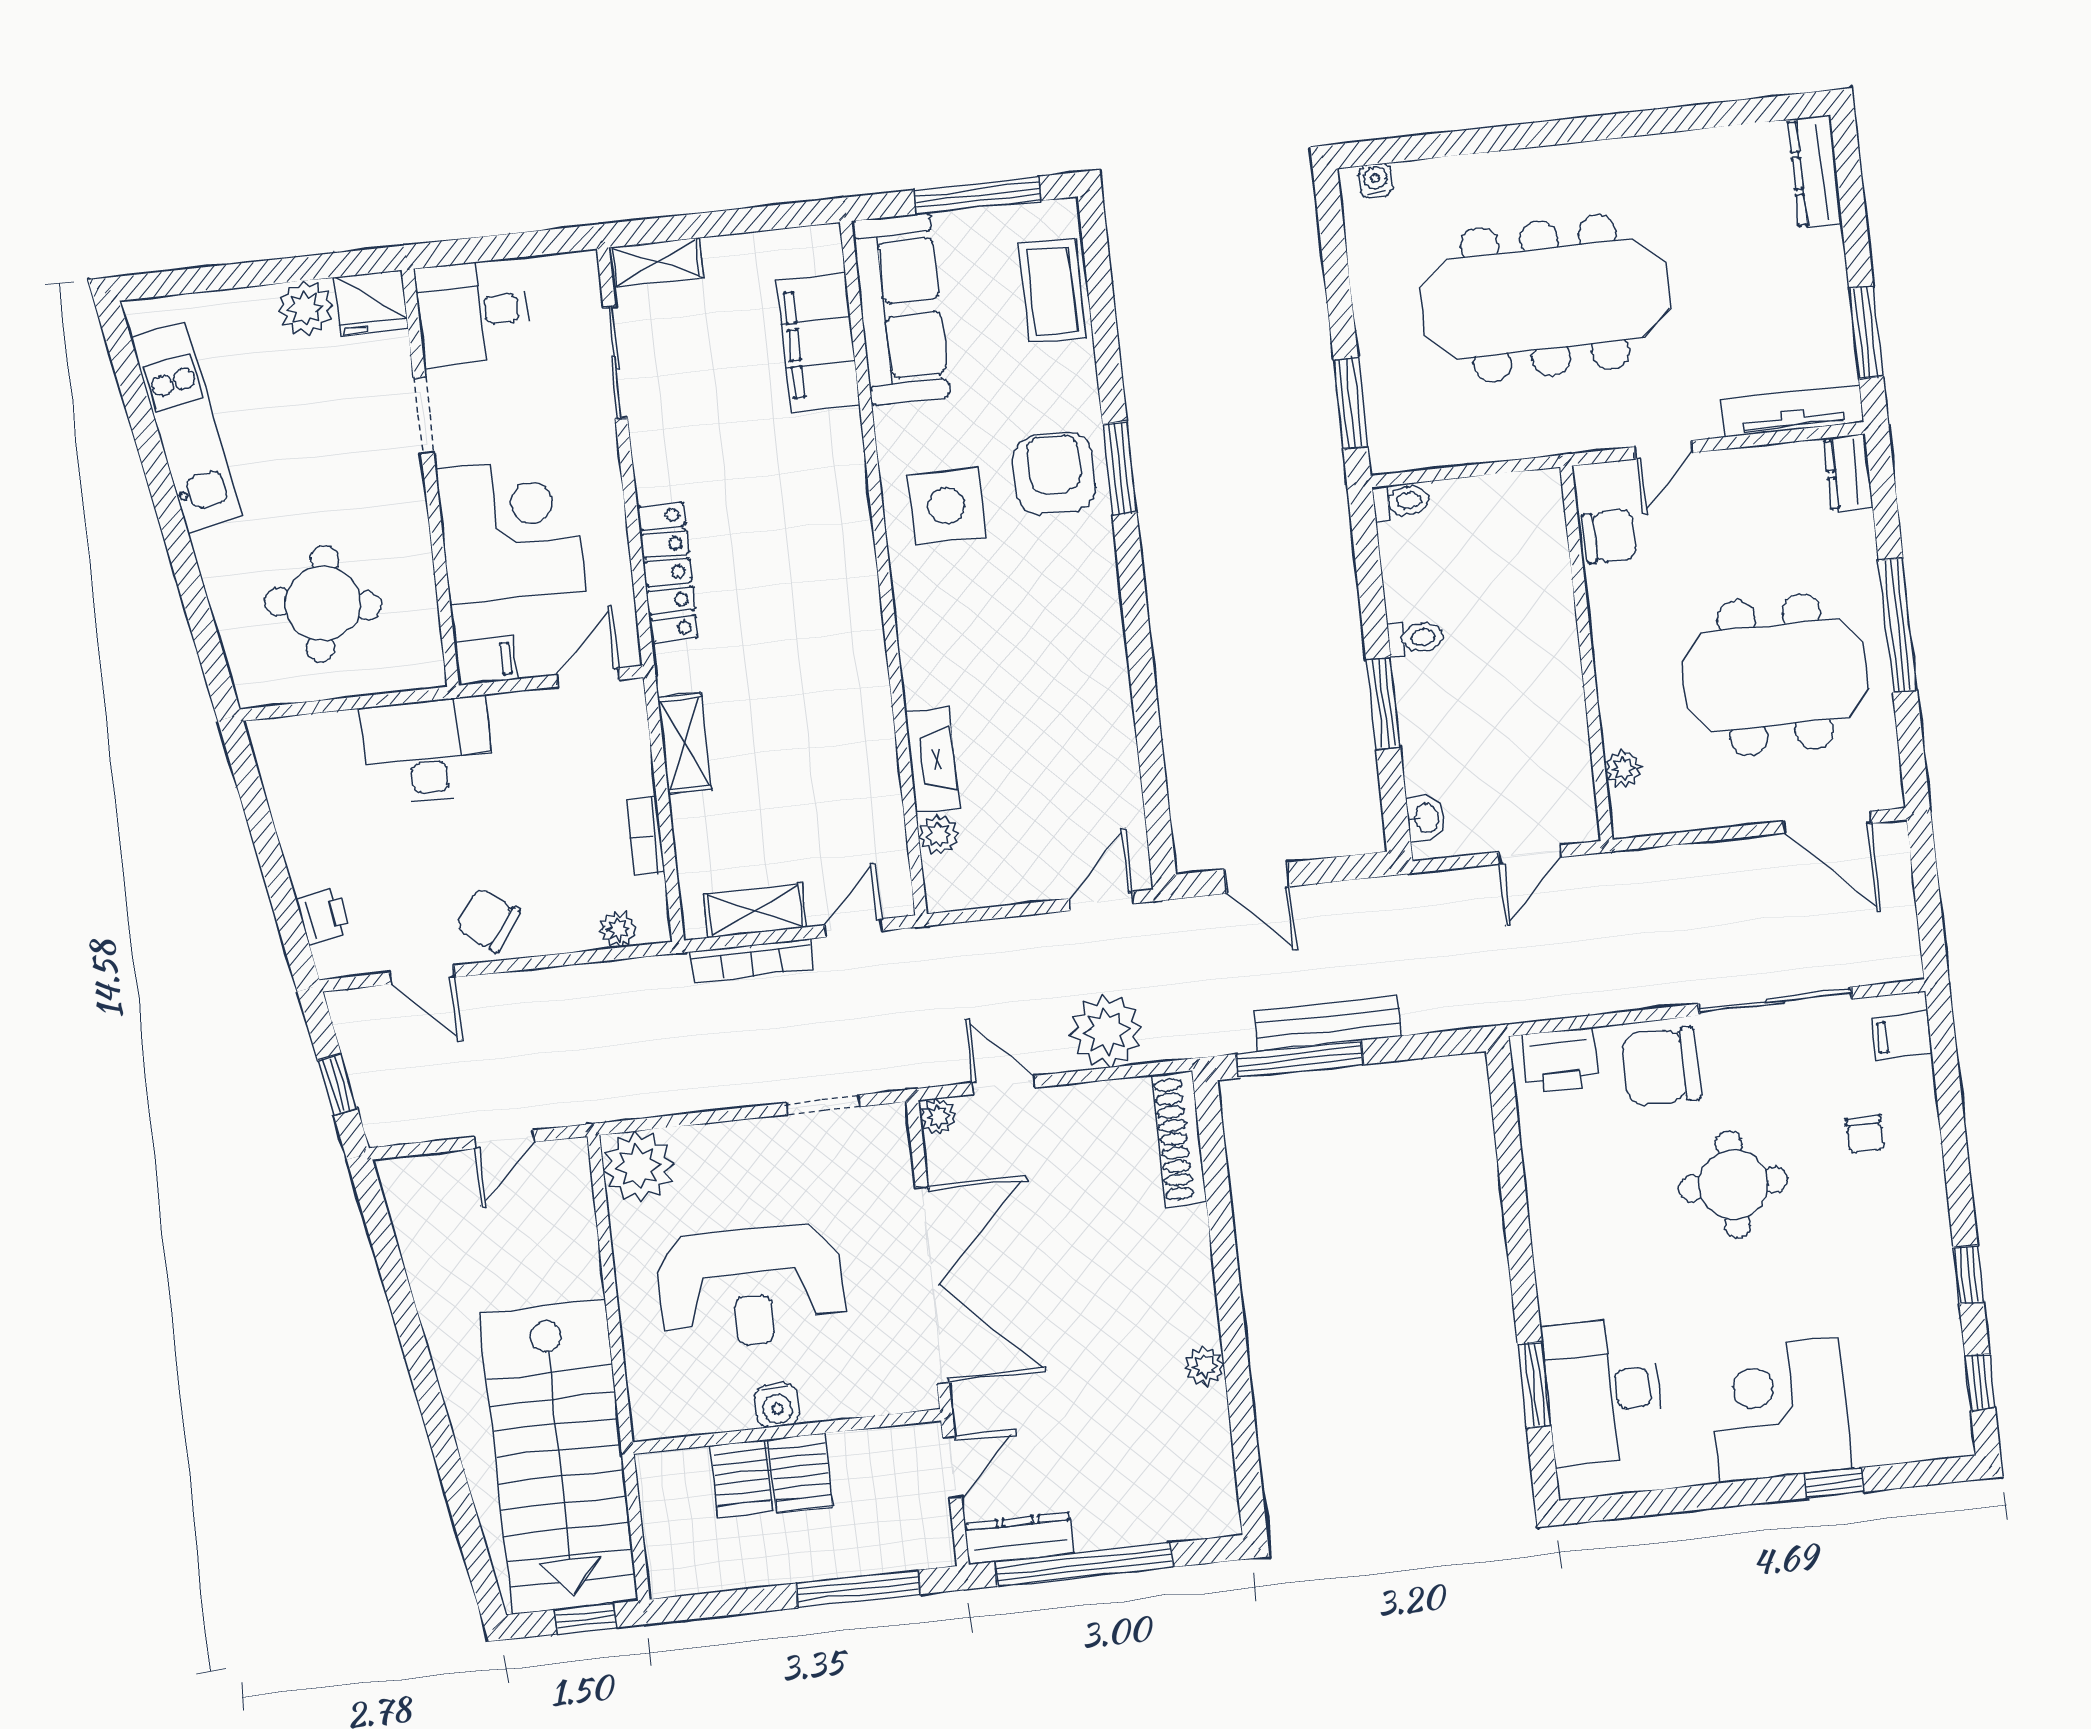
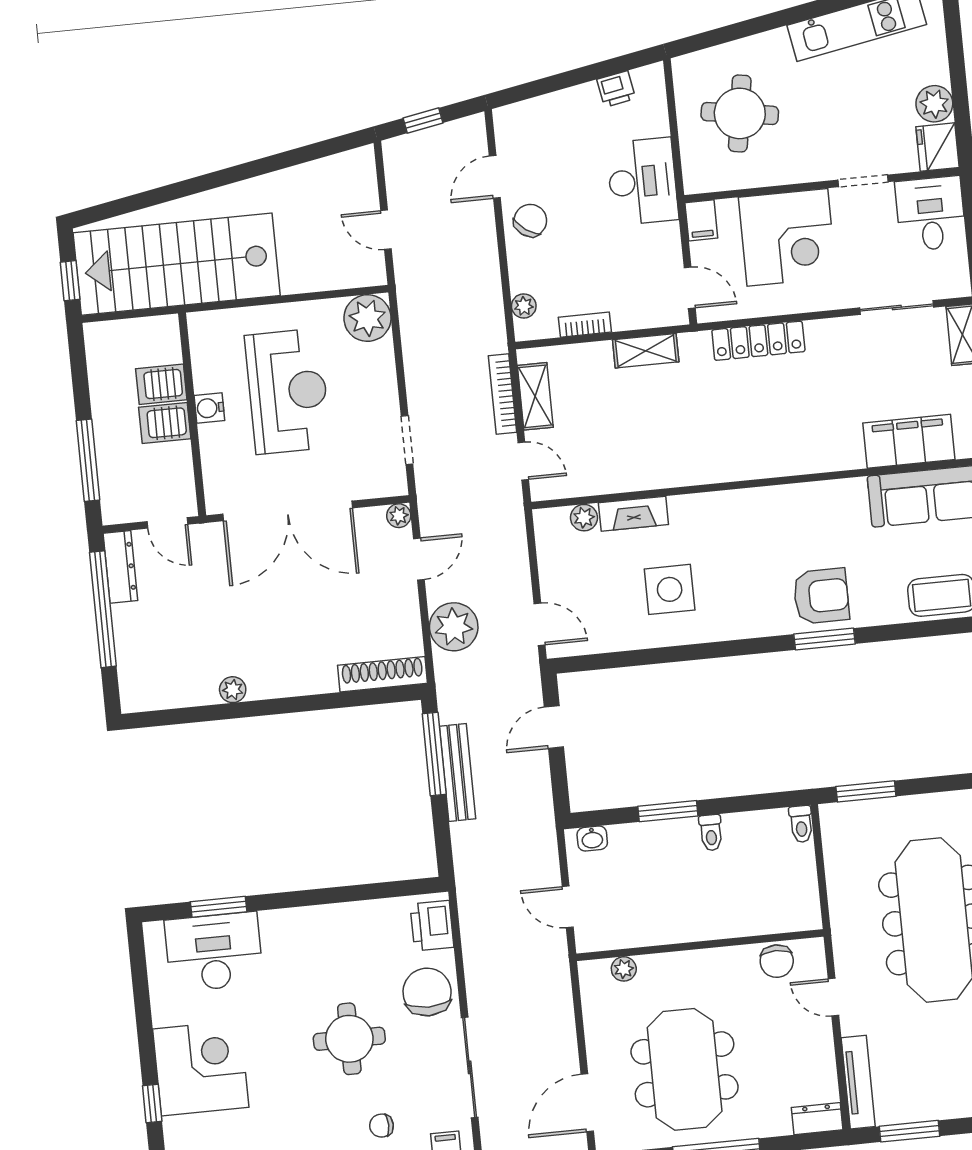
side table: (947, 506) -> (670, 589), moved
printer: (324, 916) -> (616, 89), moved
reception desk: (751, 1286) -> (288, 391), turned 180

